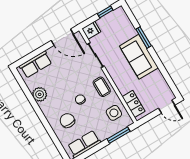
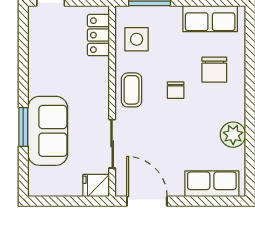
window: (105, 12) -> (59, 201), removed
sofa: (139, 57) -> (48, 131), moved

